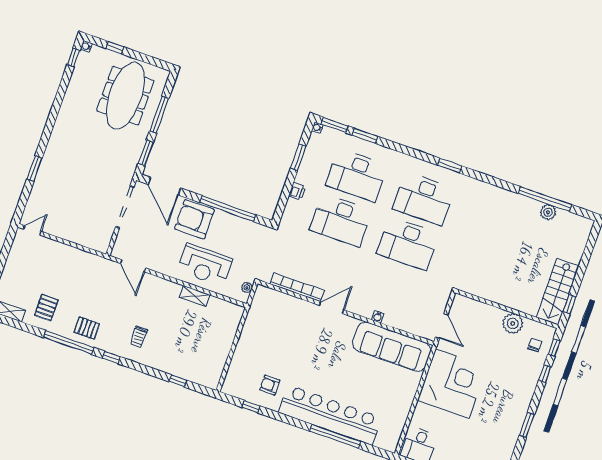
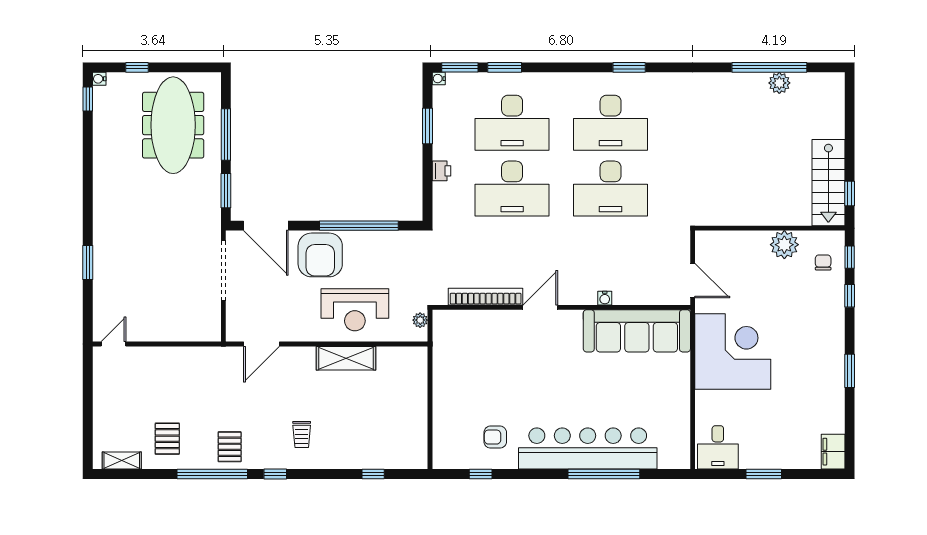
armchair: (194, 219) -> (320, 255), turned -90
door: (133, 266) -> (261, 344), hinge flipped
shelving: (195, 296) -> (346, 358), width x1.50, depth x1.33
pallet: (87, 328) -> (230, 447), turned 90

